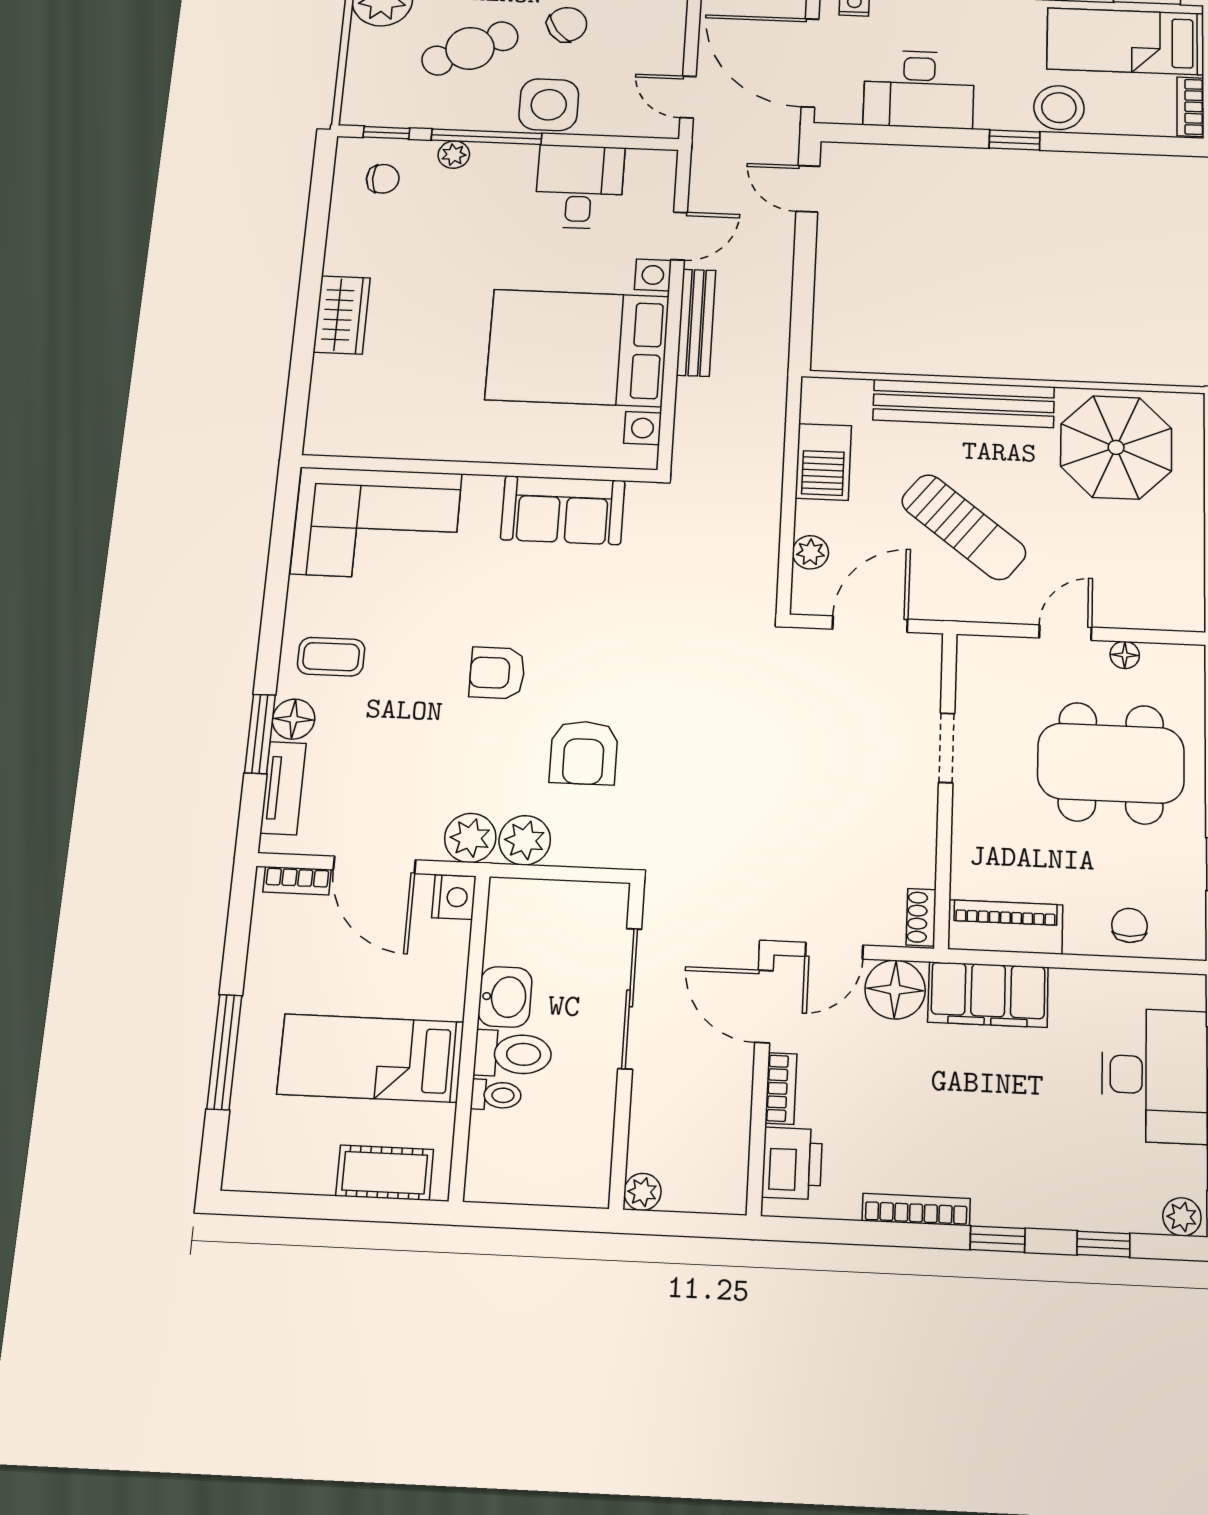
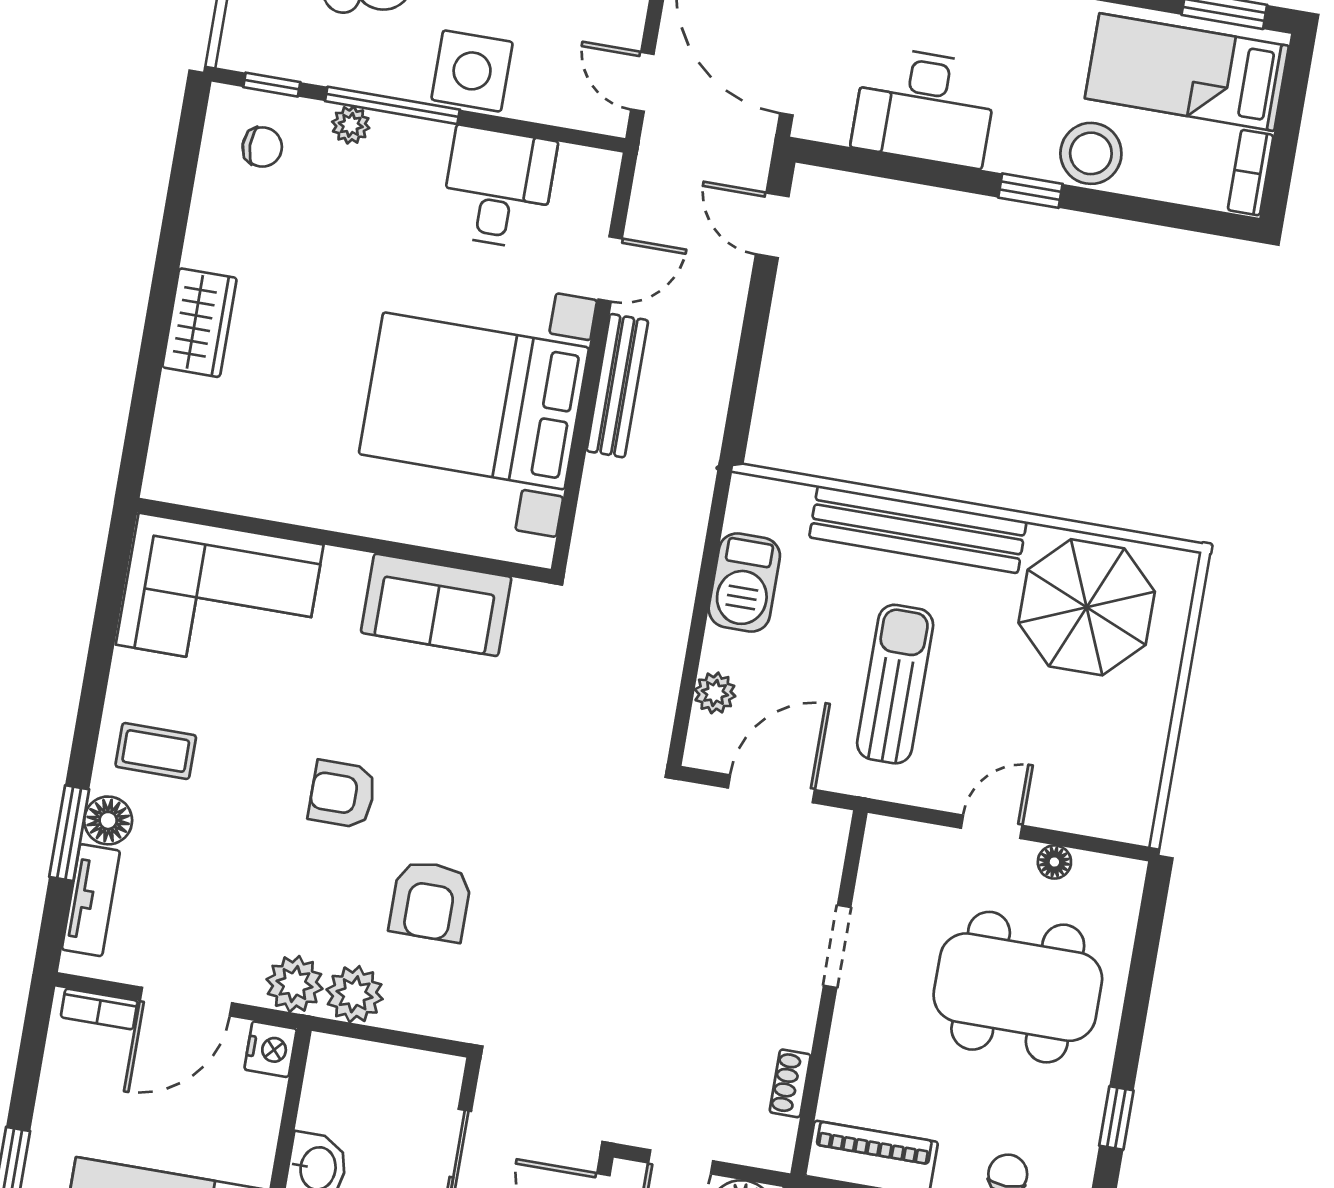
sun lounger: (964, 527) -> (895, 684), turned -128
door: (374, 865) -> (186, 1002), hinge flipped
shoe rack: (921, 917) -> (790, 1083), moved

